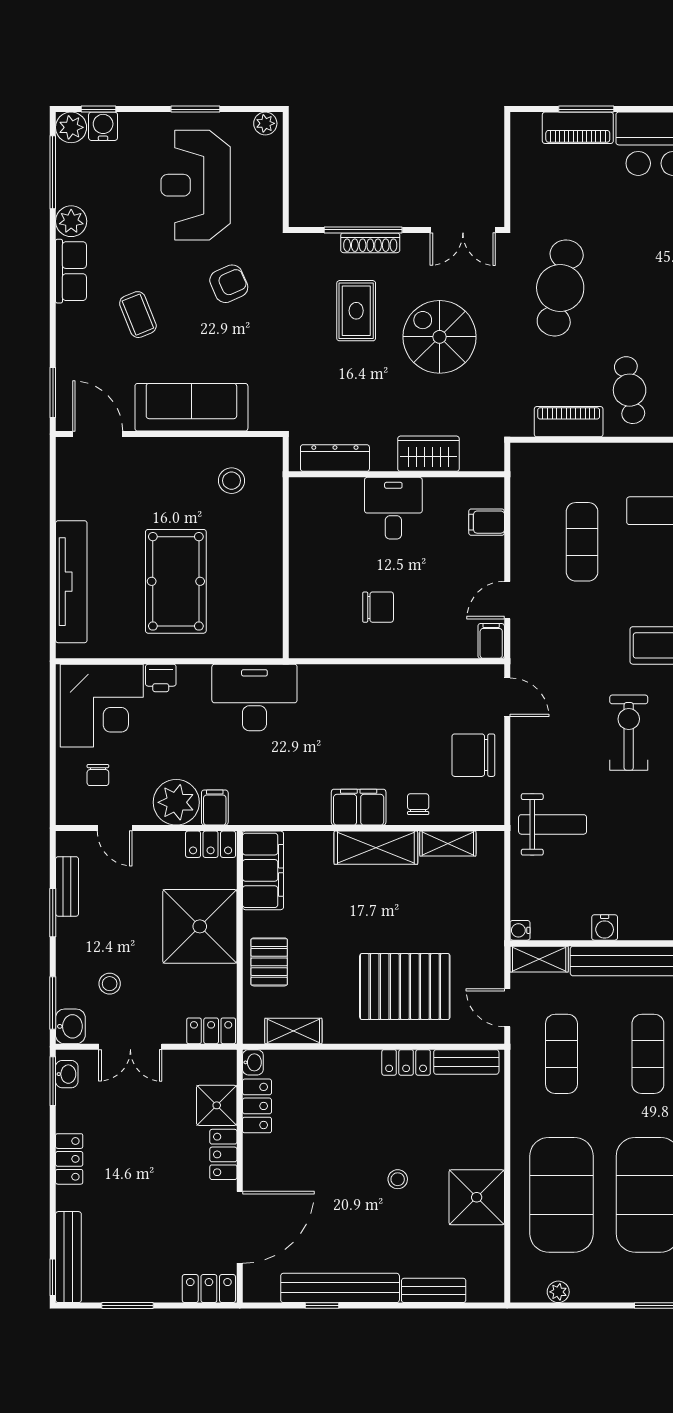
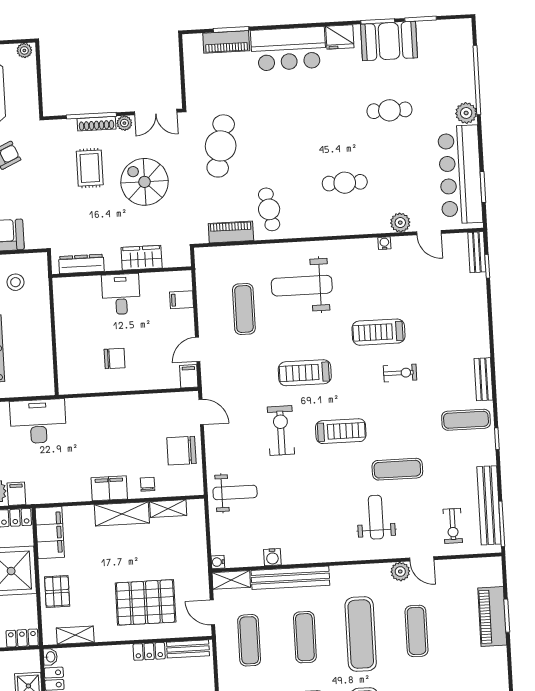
plant: (414, 244) -> (124, 123), added

